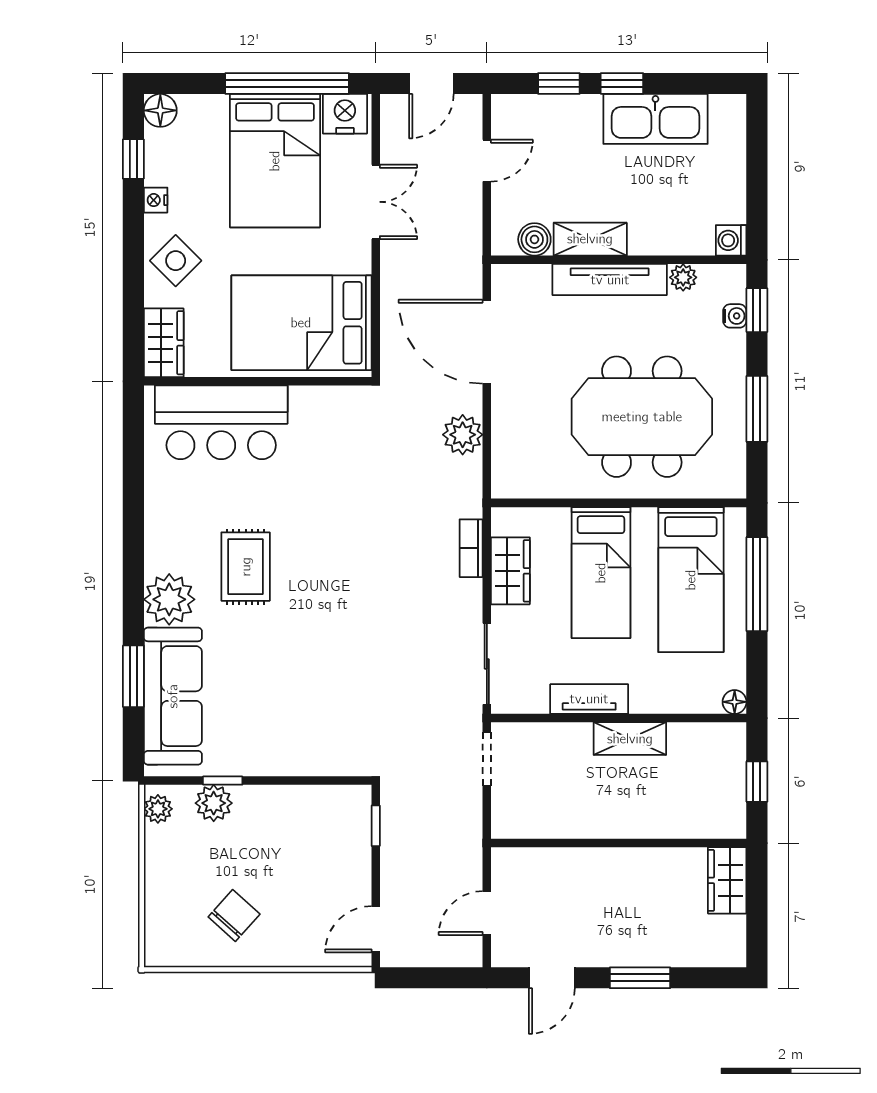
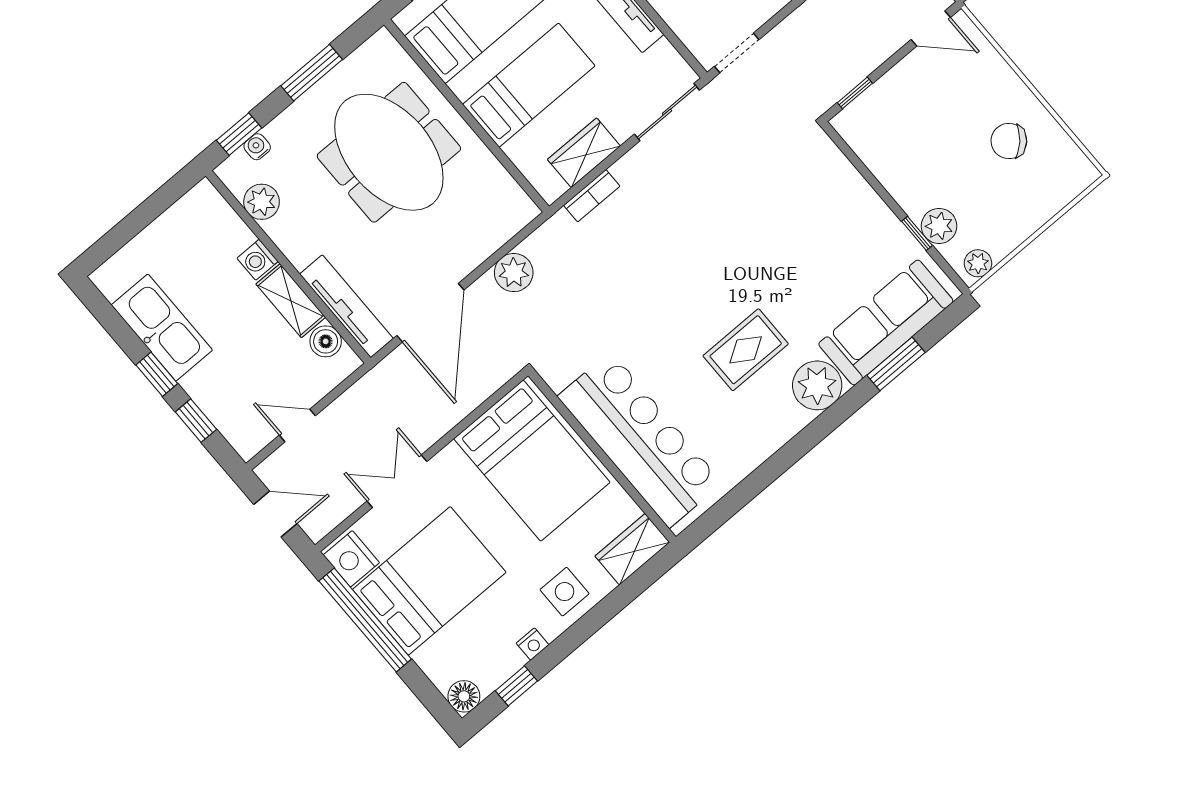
washing machine: (731, 240) -> (258, 260), moved, turned 90
side table: (176, 261) -> (565, 592), turned 45
plant: (683, 277) -> (262, 202), width x1.38, depth x1.38
tv unit: (610, 280) -> (346, 306), moved
bar counter: (221, 422) -> (640, 440), width x1.36

